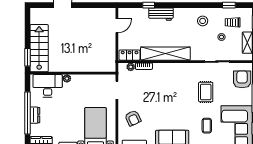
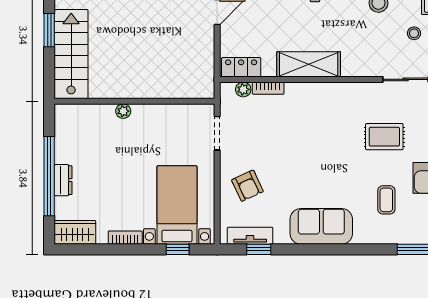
shelving: (165, 54) -> (309, 64), width x0.68
window: (28, 57) -> (49, 30), moved
desk: (48, 86) -> (87, 125), removed
rug: (206, 92) -> (384, 137), turned 90

